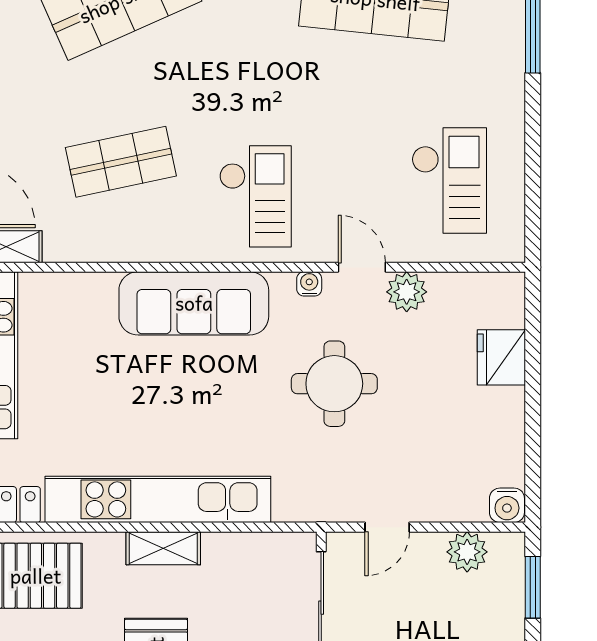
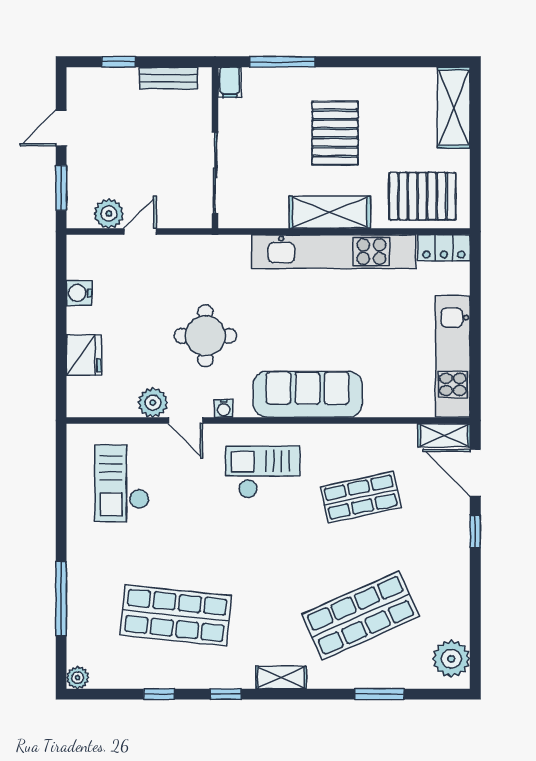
checkout: (255, 196) -> (263, 472), turned 90
water cooler: (507, 505) -> (79, 293), moved, turned -90
door: (387, 527) -> (140, 232), moved
shelving: (163, 548) -> (330, 212), width x1.50, depth x1.33

